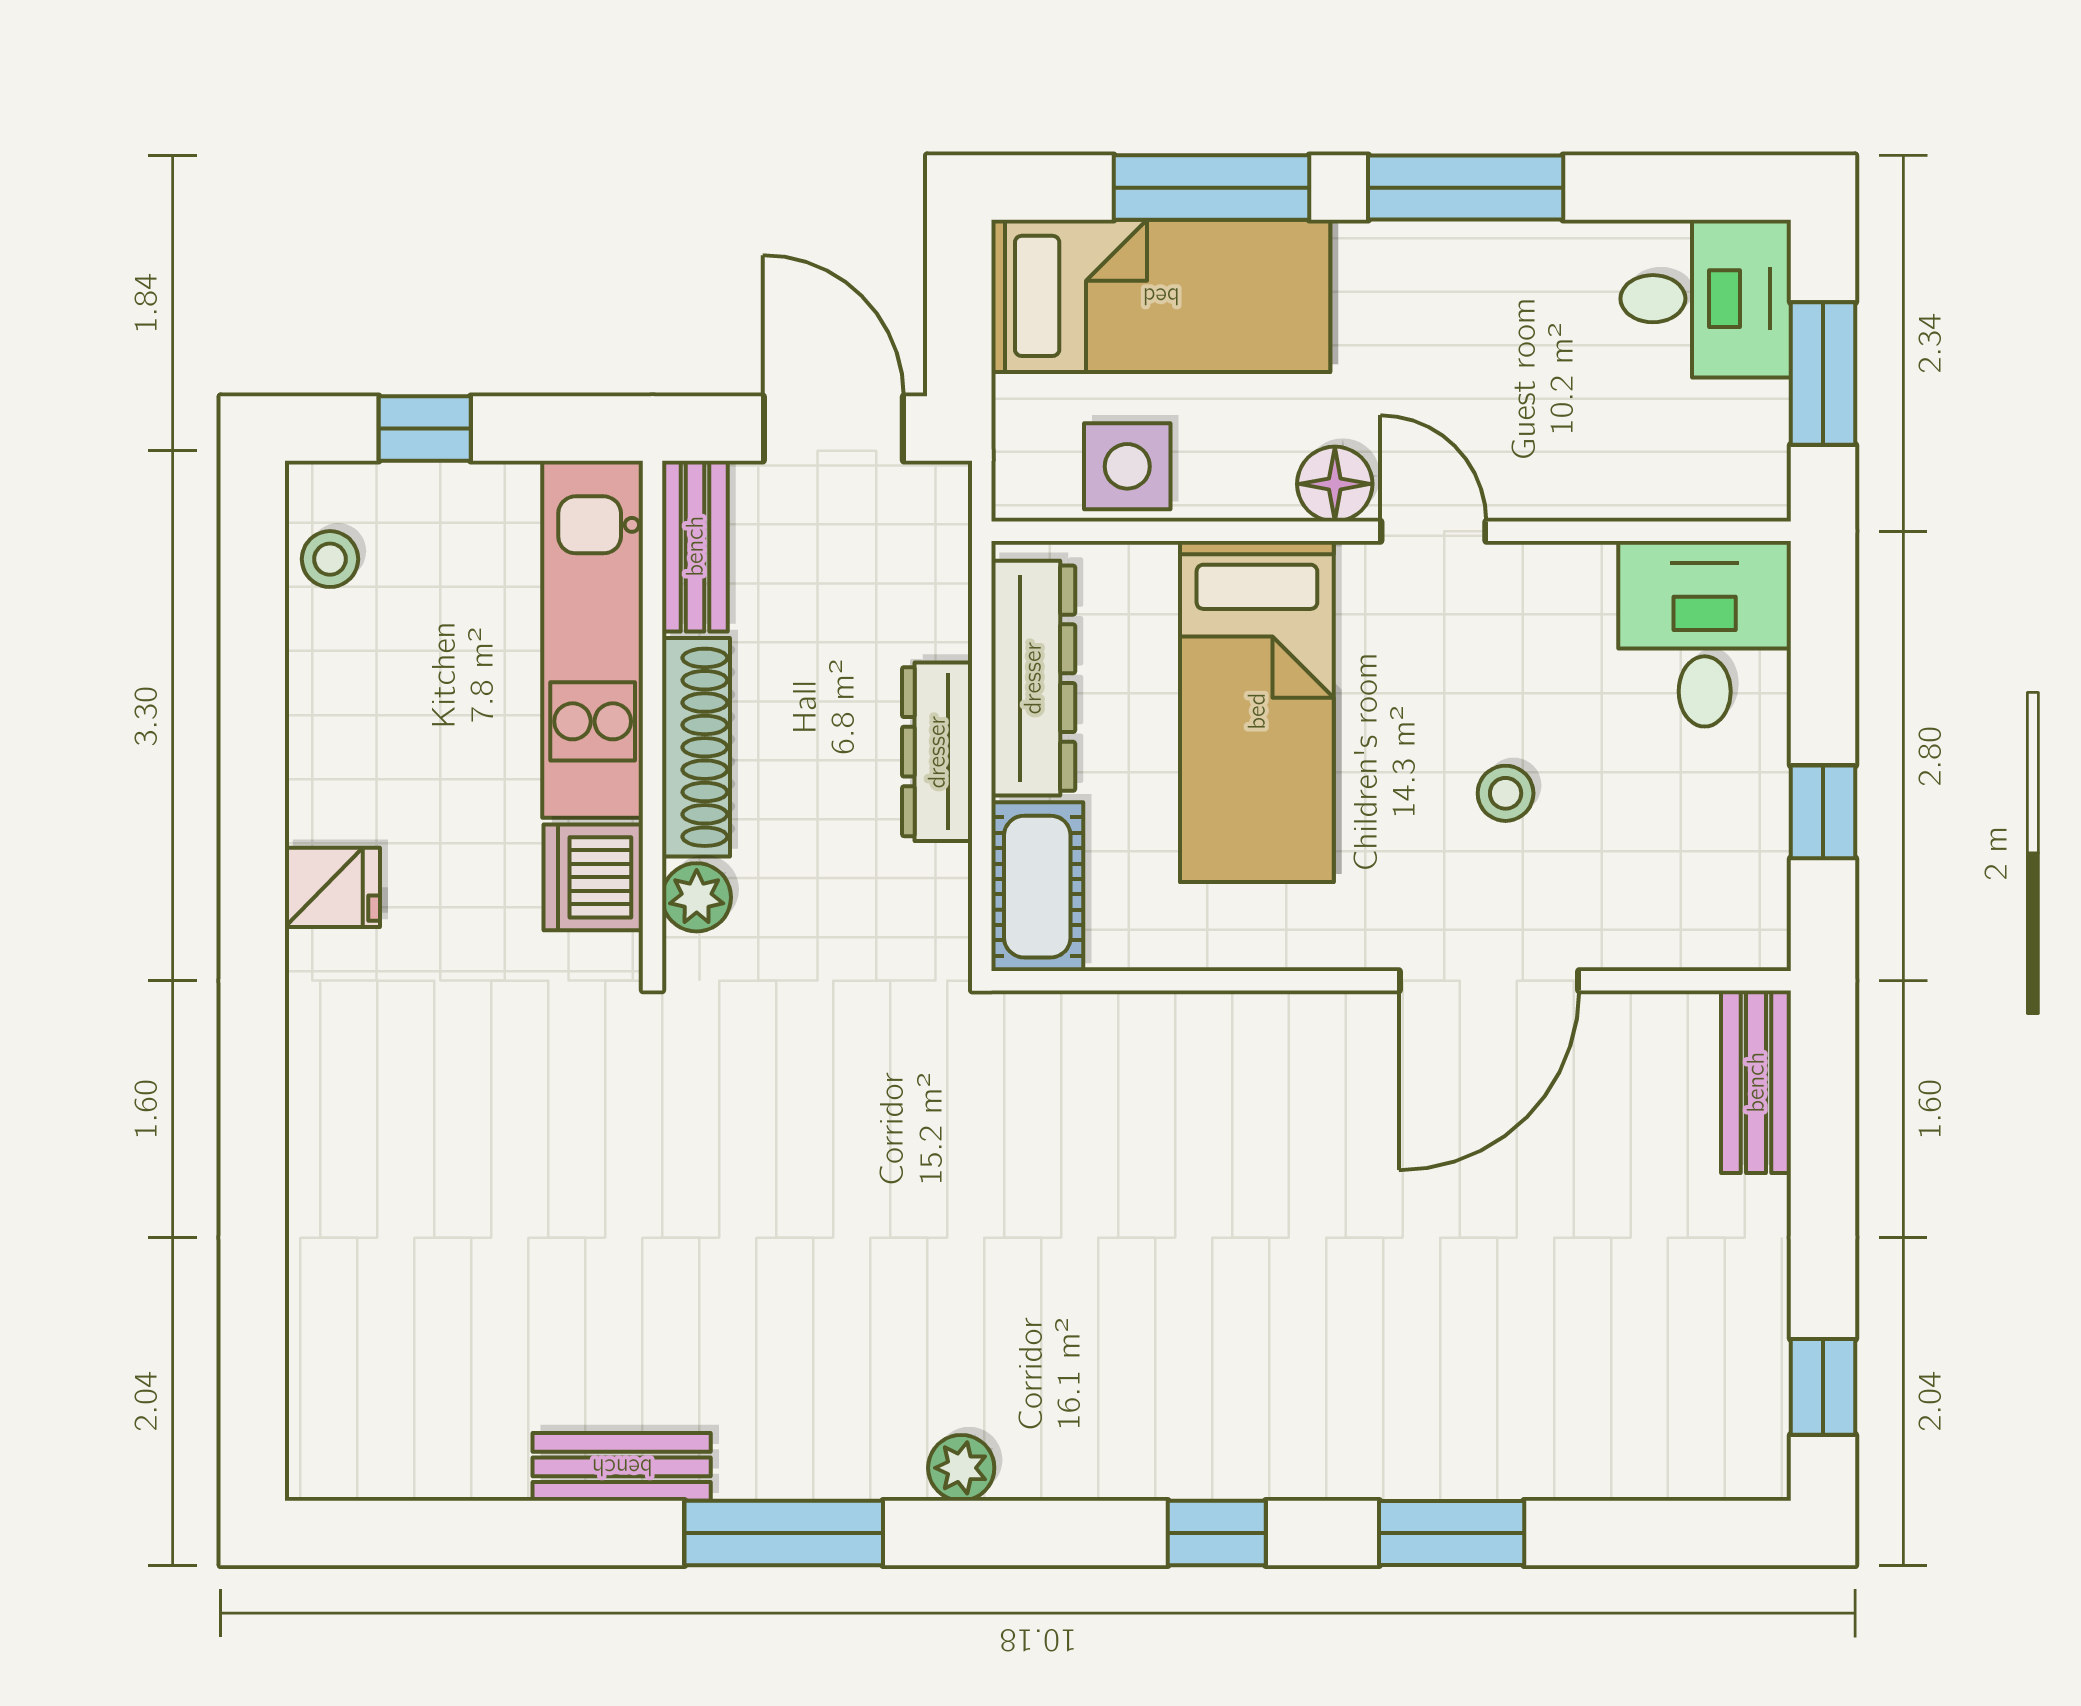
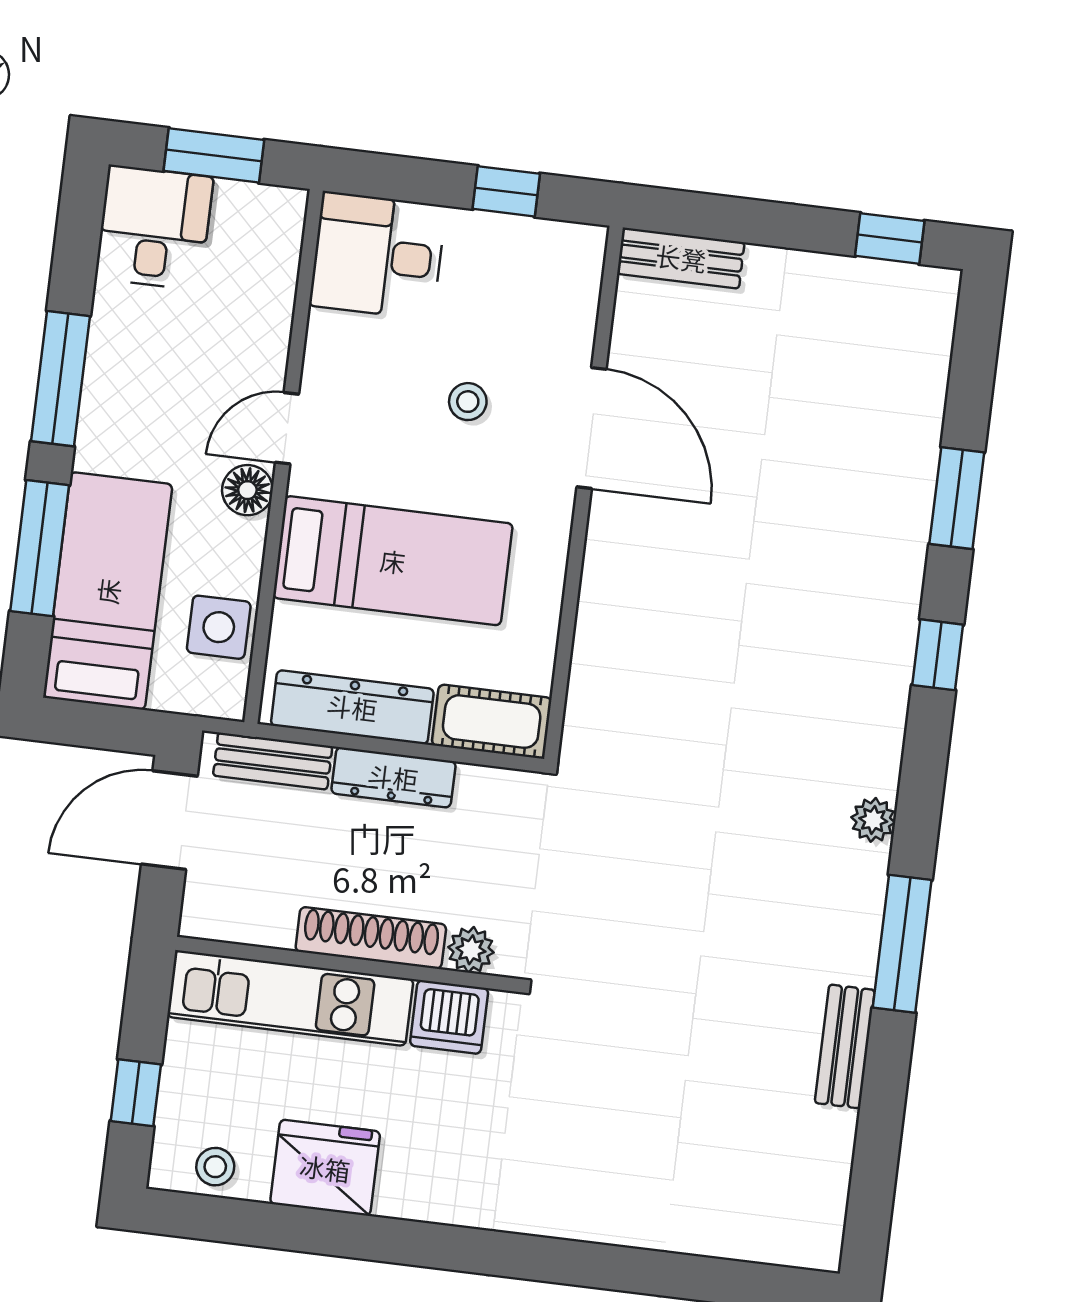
bench: (695, 546) -> (273, 761), moved
fridge: (332, 887) -> (325, 1168), moved, width x1.88, depth x1.34

